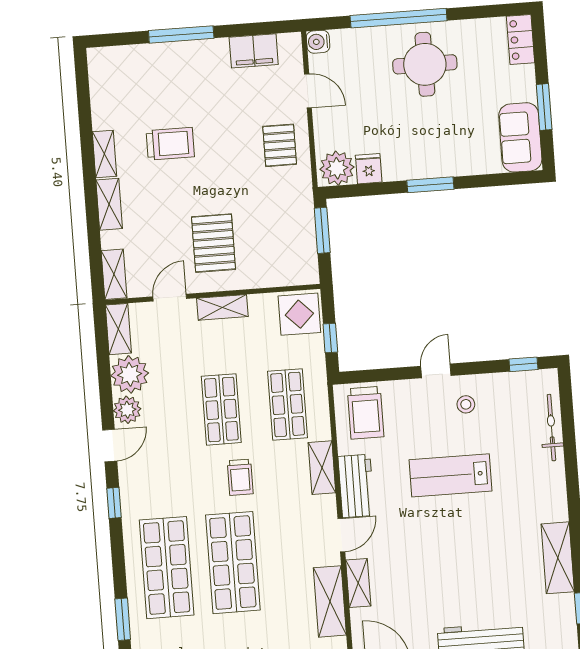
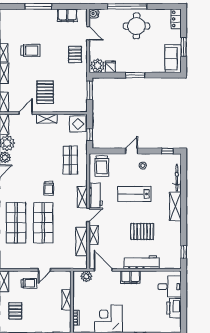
shop shelf: (221, 409) -> (43, 160), removed
shelving: (322, 468) -> (82, 197), moved
shelving: (558, 558) -> (175, 206), moved
pallet: (476, 566) -> (142, 232), added

